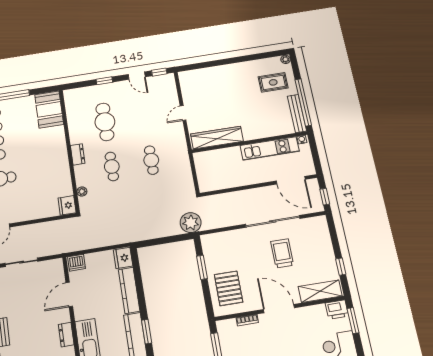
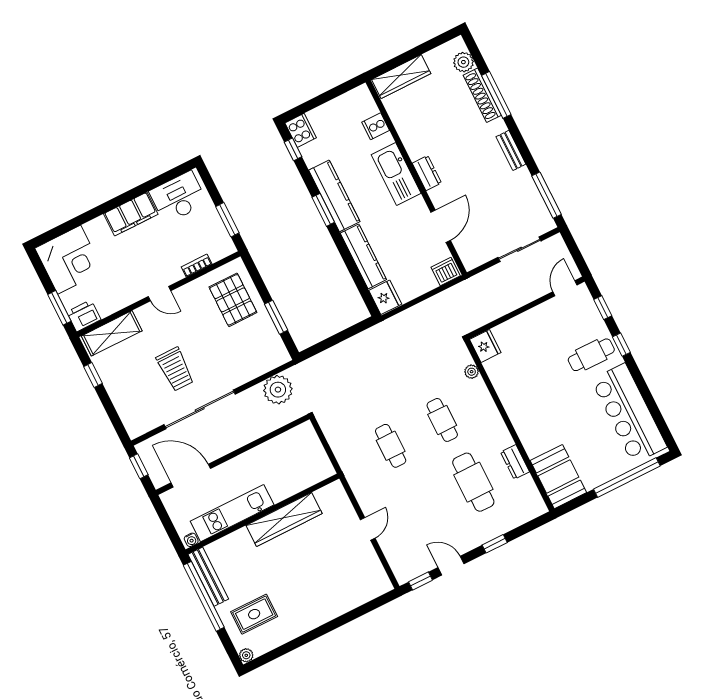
wardrobe: (217, 138) -> (284, 519), moved
dresser: (78, 154) -> (515, 462), moved
plant: (191, 223) -> (278, 390), moved
door: (279, 309) -> (160, 294), width x0.53

